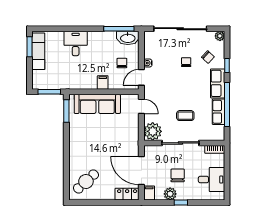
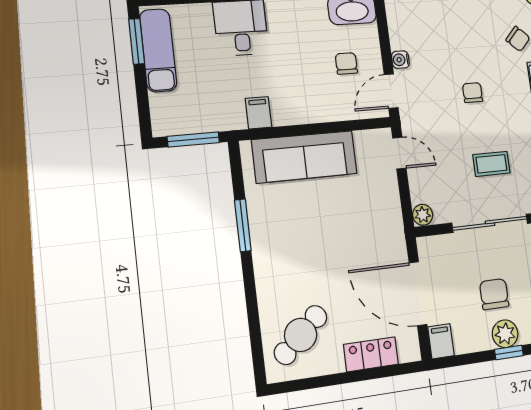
chair: (186, 62) -> (473, 93), moved
filing cabinet: (103, 82) -> (258, 113), moved
window: (66, 111) -> (243, 225), moved
plant: (153, 131) -> (423, 215), width x0.53, depth x0.53
locker: (127, 194) -> (371, 354), moved
plant: (170, 194) -> (505, 334), moved

